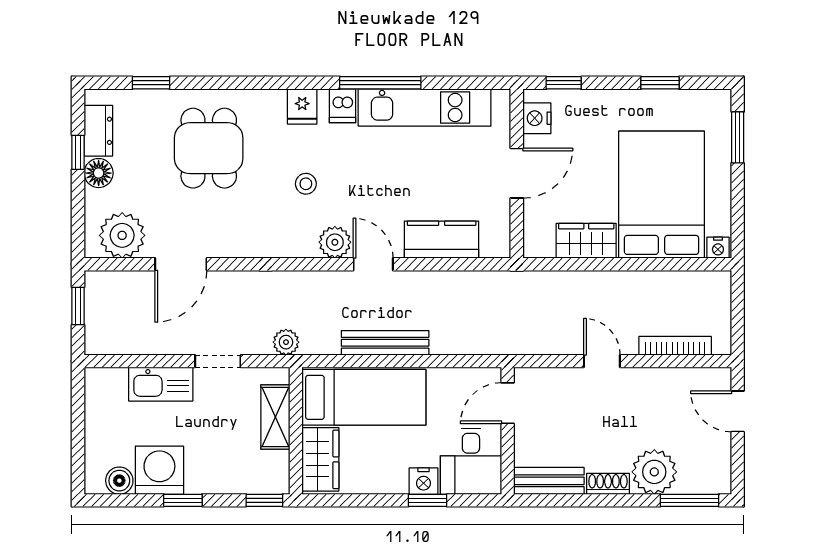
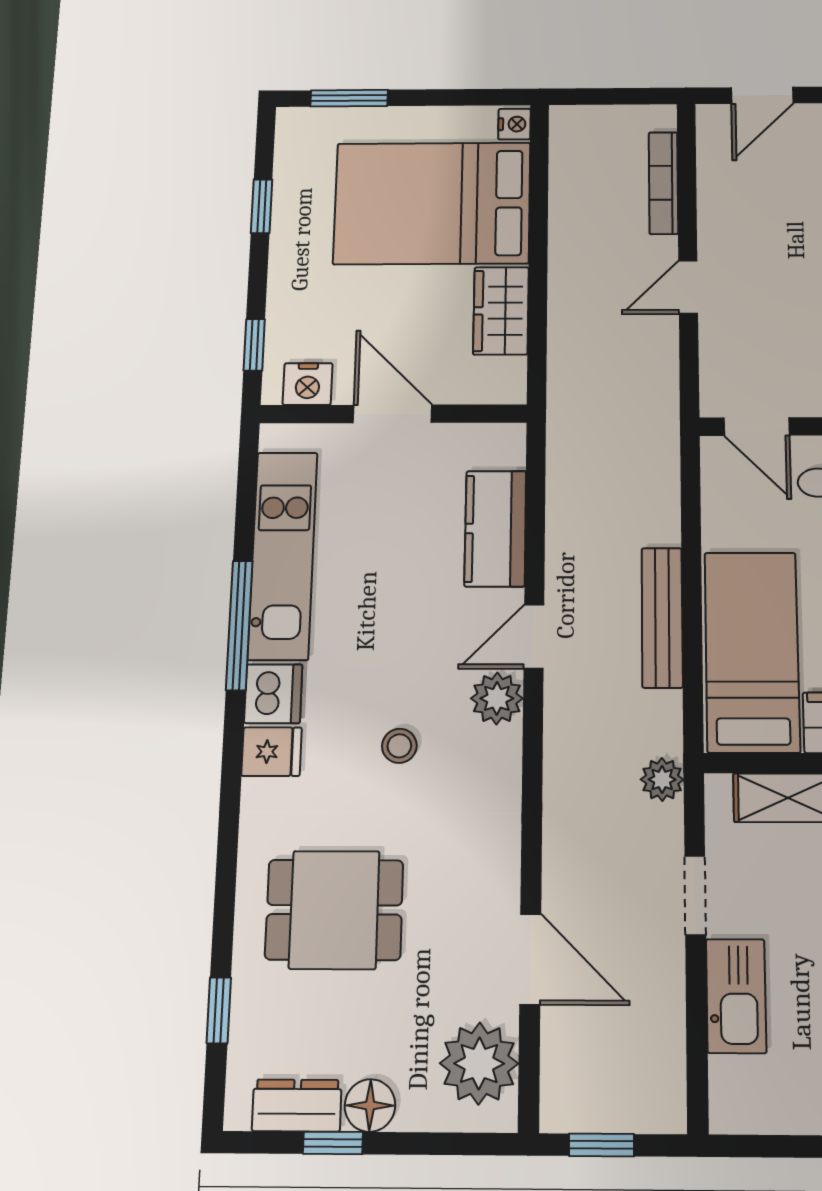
dishwasher: (343, 106) -> (273, 694), width x1.38

